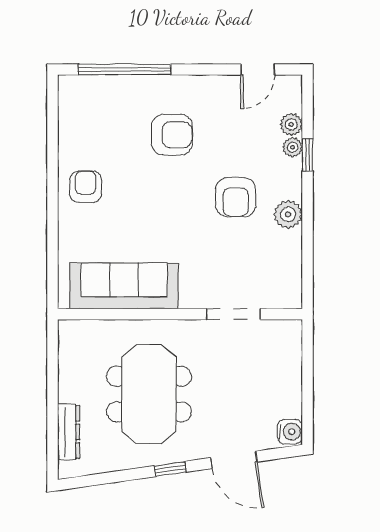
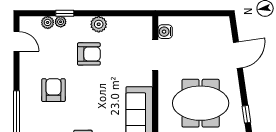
water cooler: (290, 432) -> (165, 32), moved, turned -90
window: (170, 469) -> (246, 114), moved

